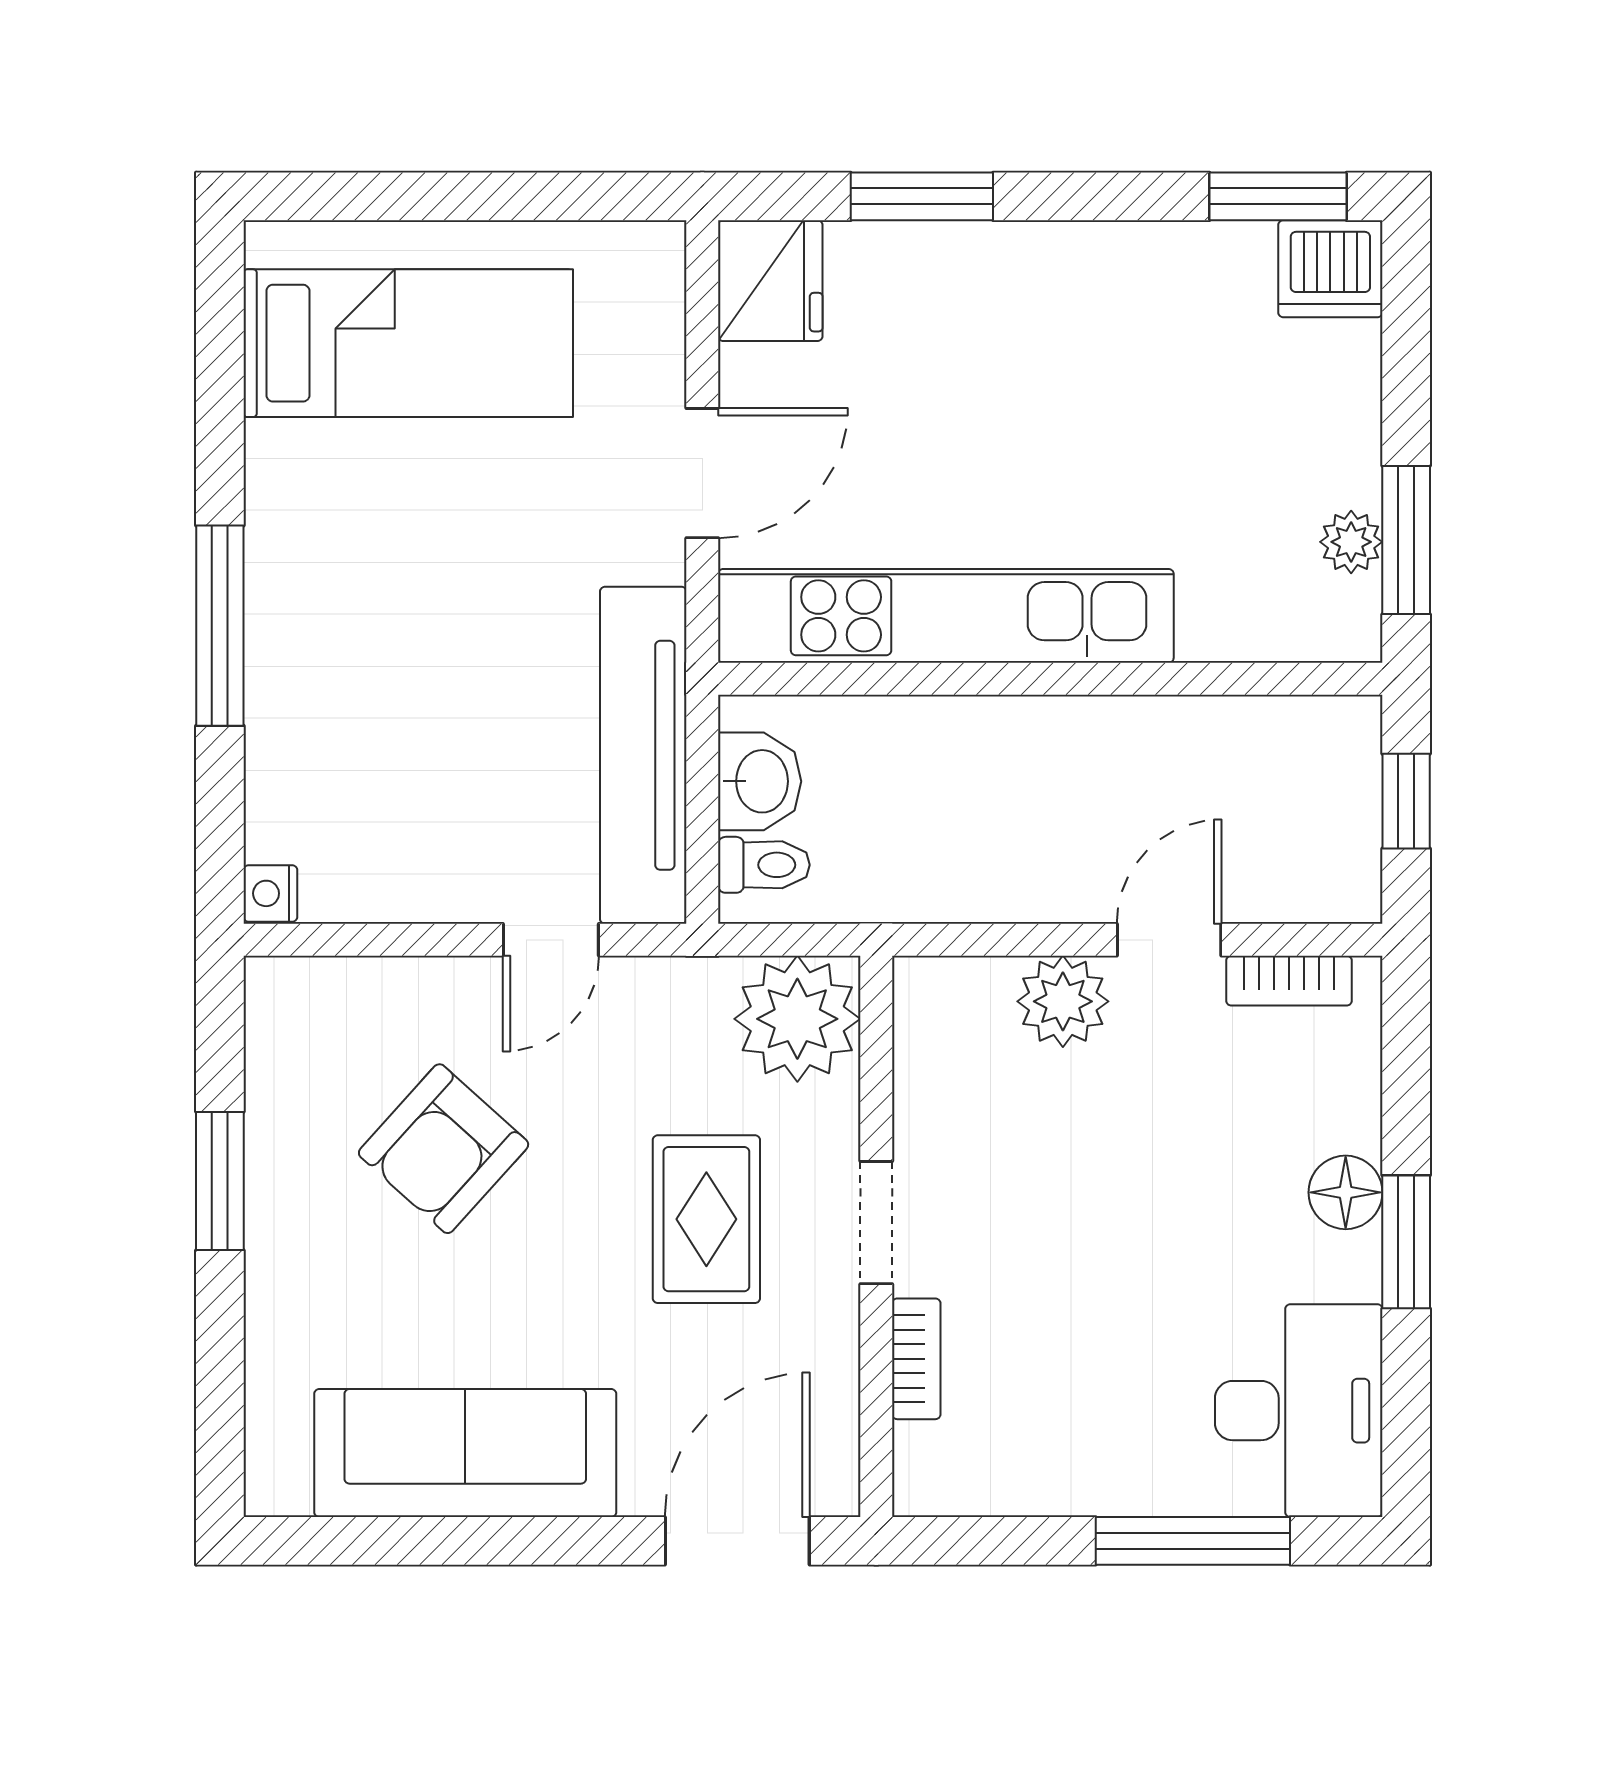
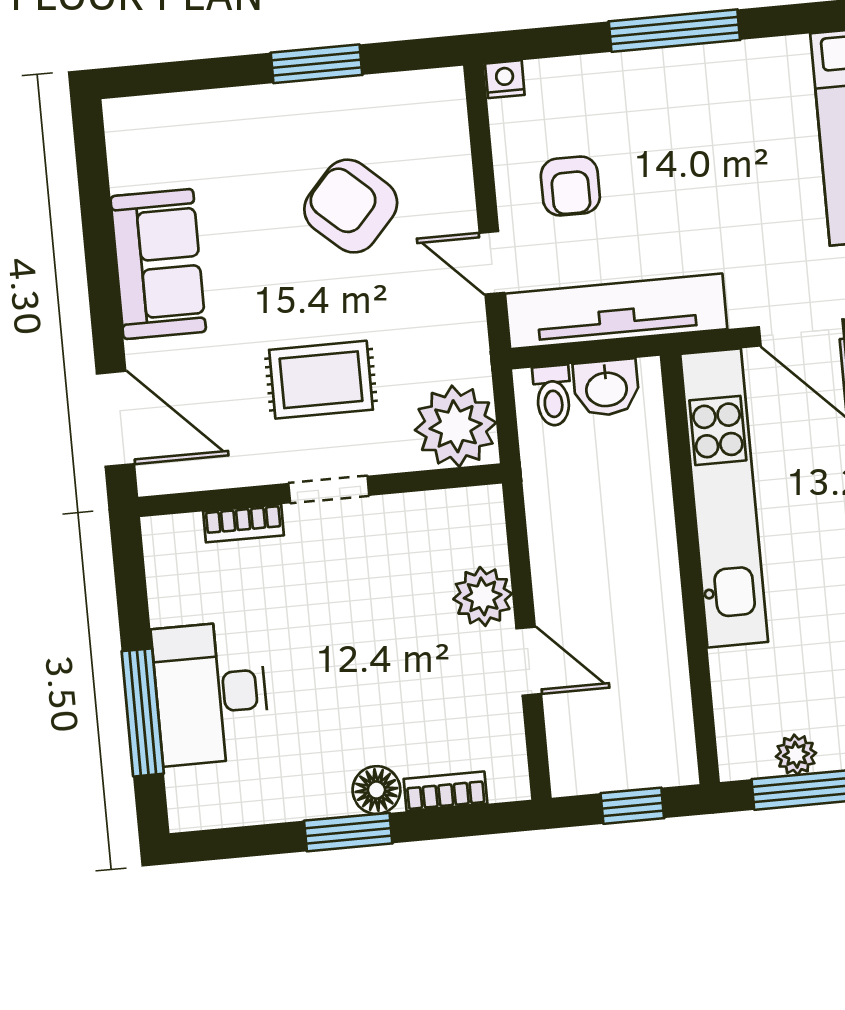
armchair: (444, 808) -> (570, 186), added
bookcase: (1289, 981) -> (445, 791), moved, turned 90
desk: (1299, 1411) -> (211, 693), moved, turned 90
sofa: (465, 1453) -> (158, 264), width x0.73

